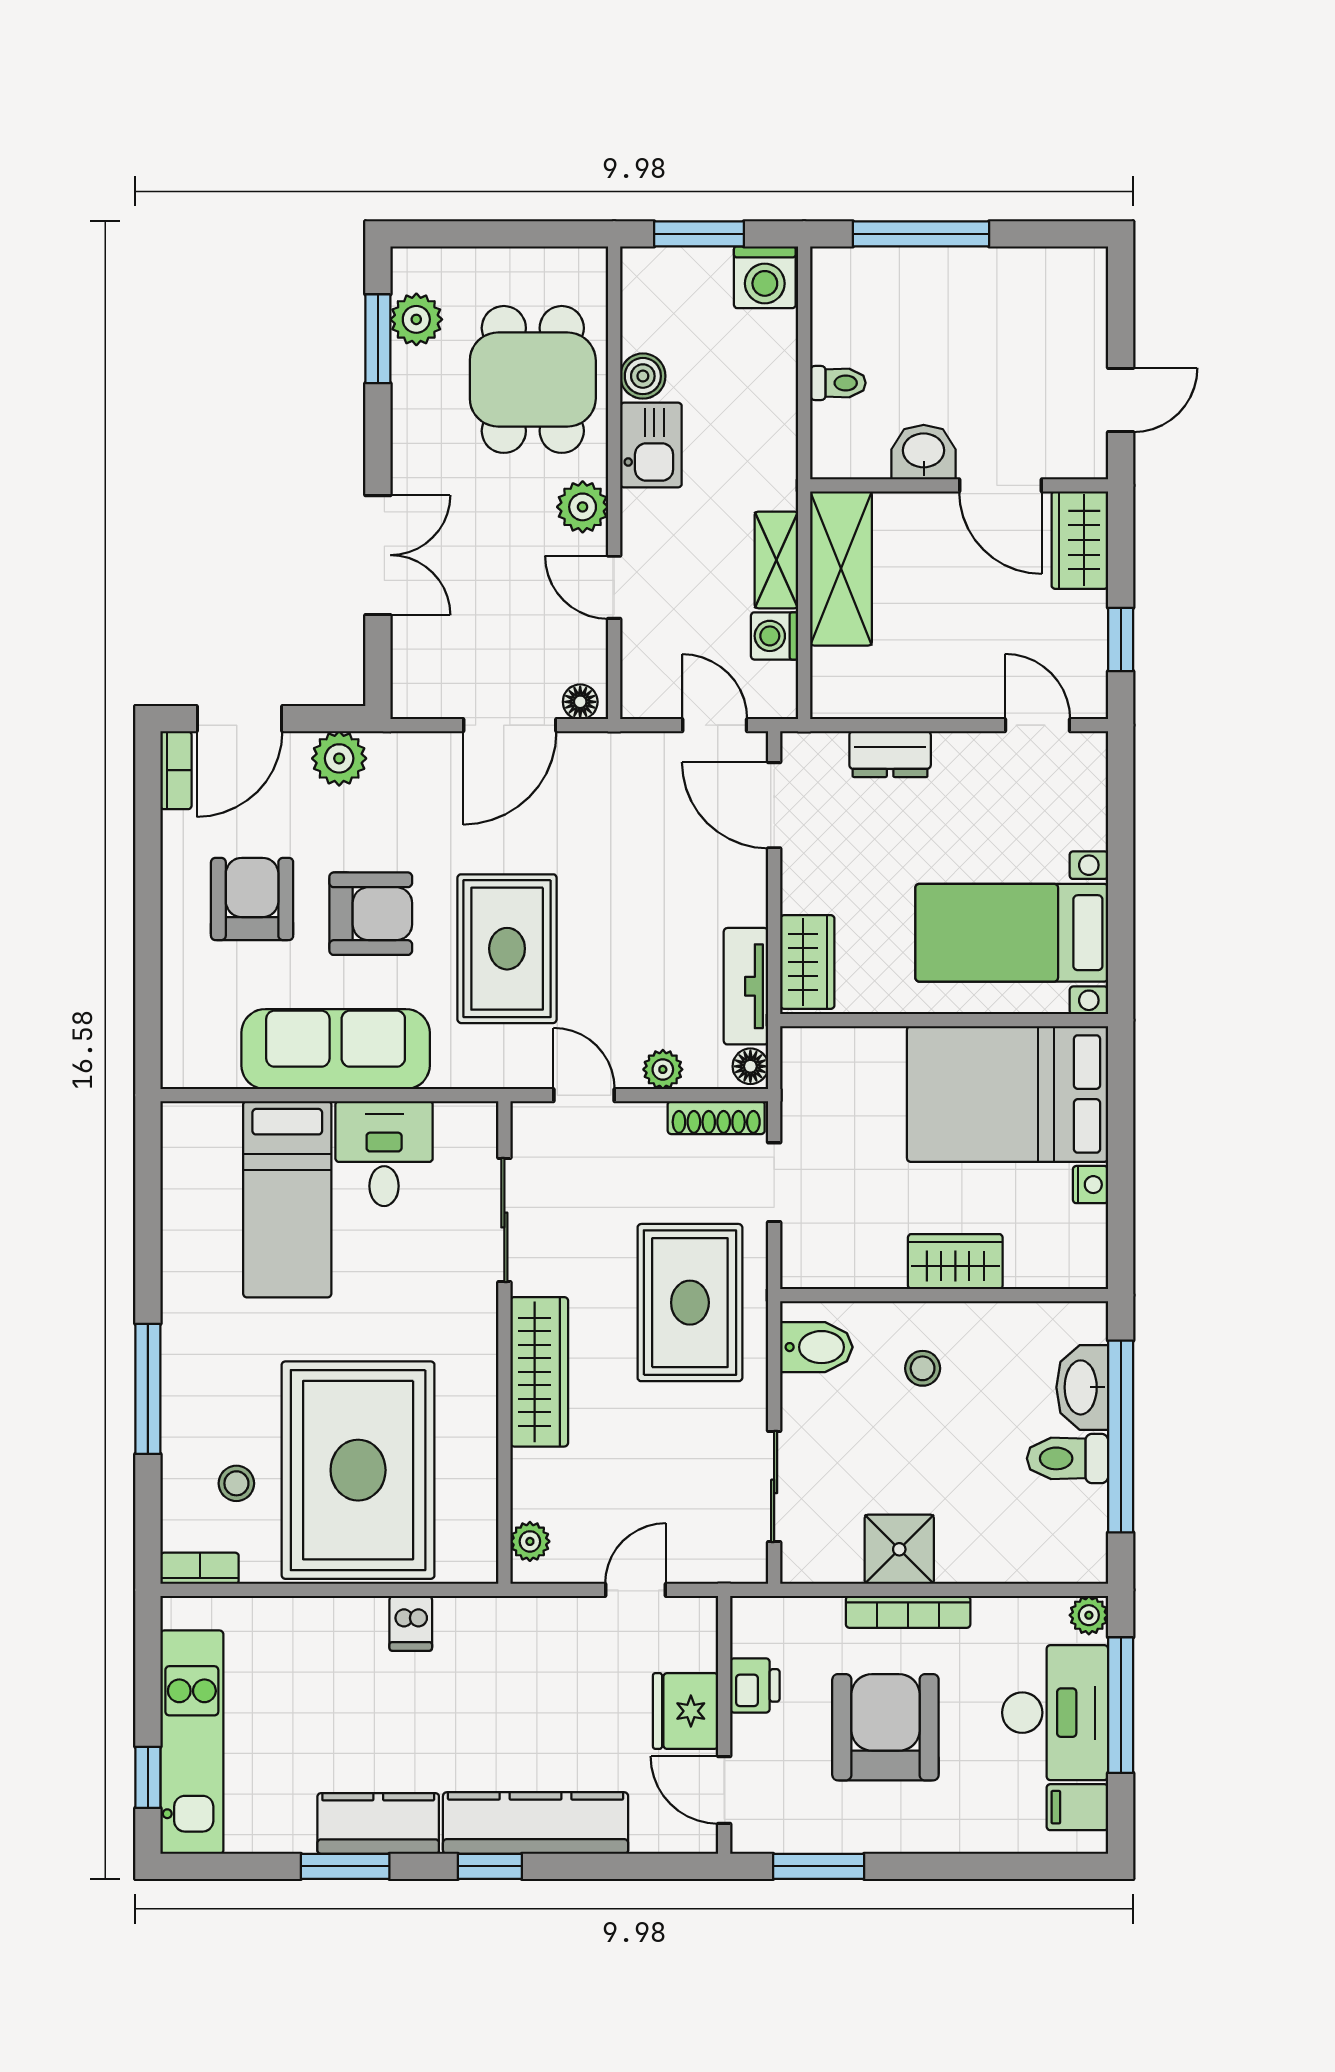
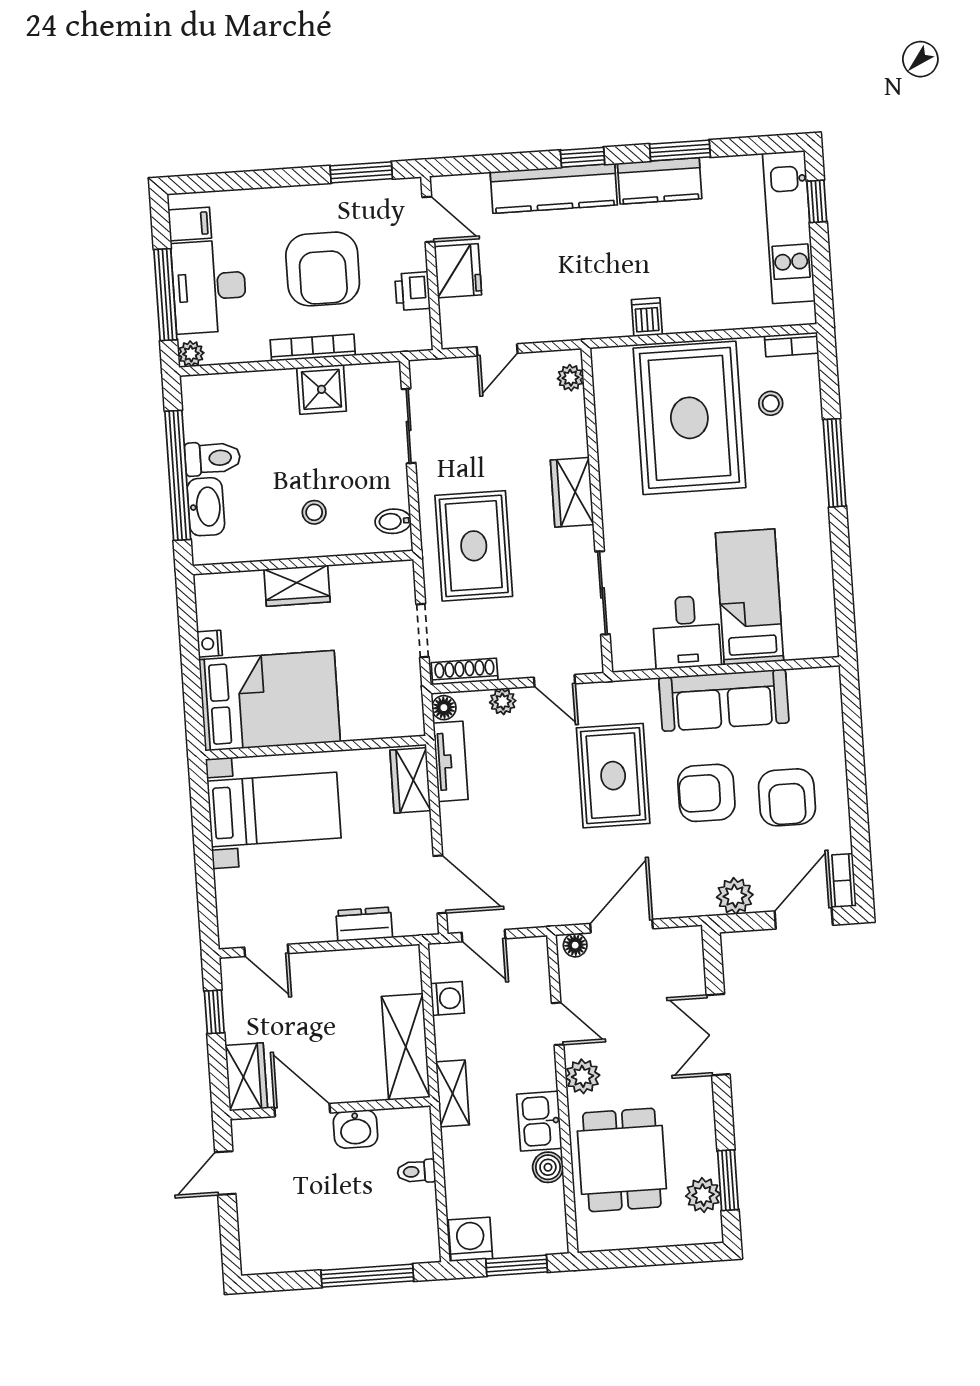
shelving: (776, 560) -> (453, 1093), moved
bidet: (816, 1347) -> (393, 521), width x0.72, depth x0.74
wardrobe: (539, 1372) -> (572, 492), width x0.67

